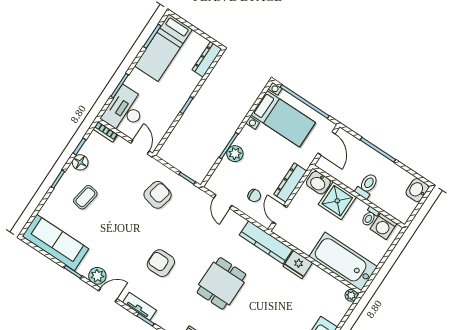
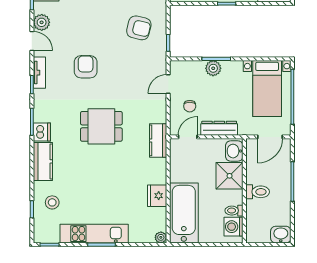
kitchen counter: (266, 242) -> (158, 140), width x0.67
fridge: (298, 265) -> (157, 196), moved

